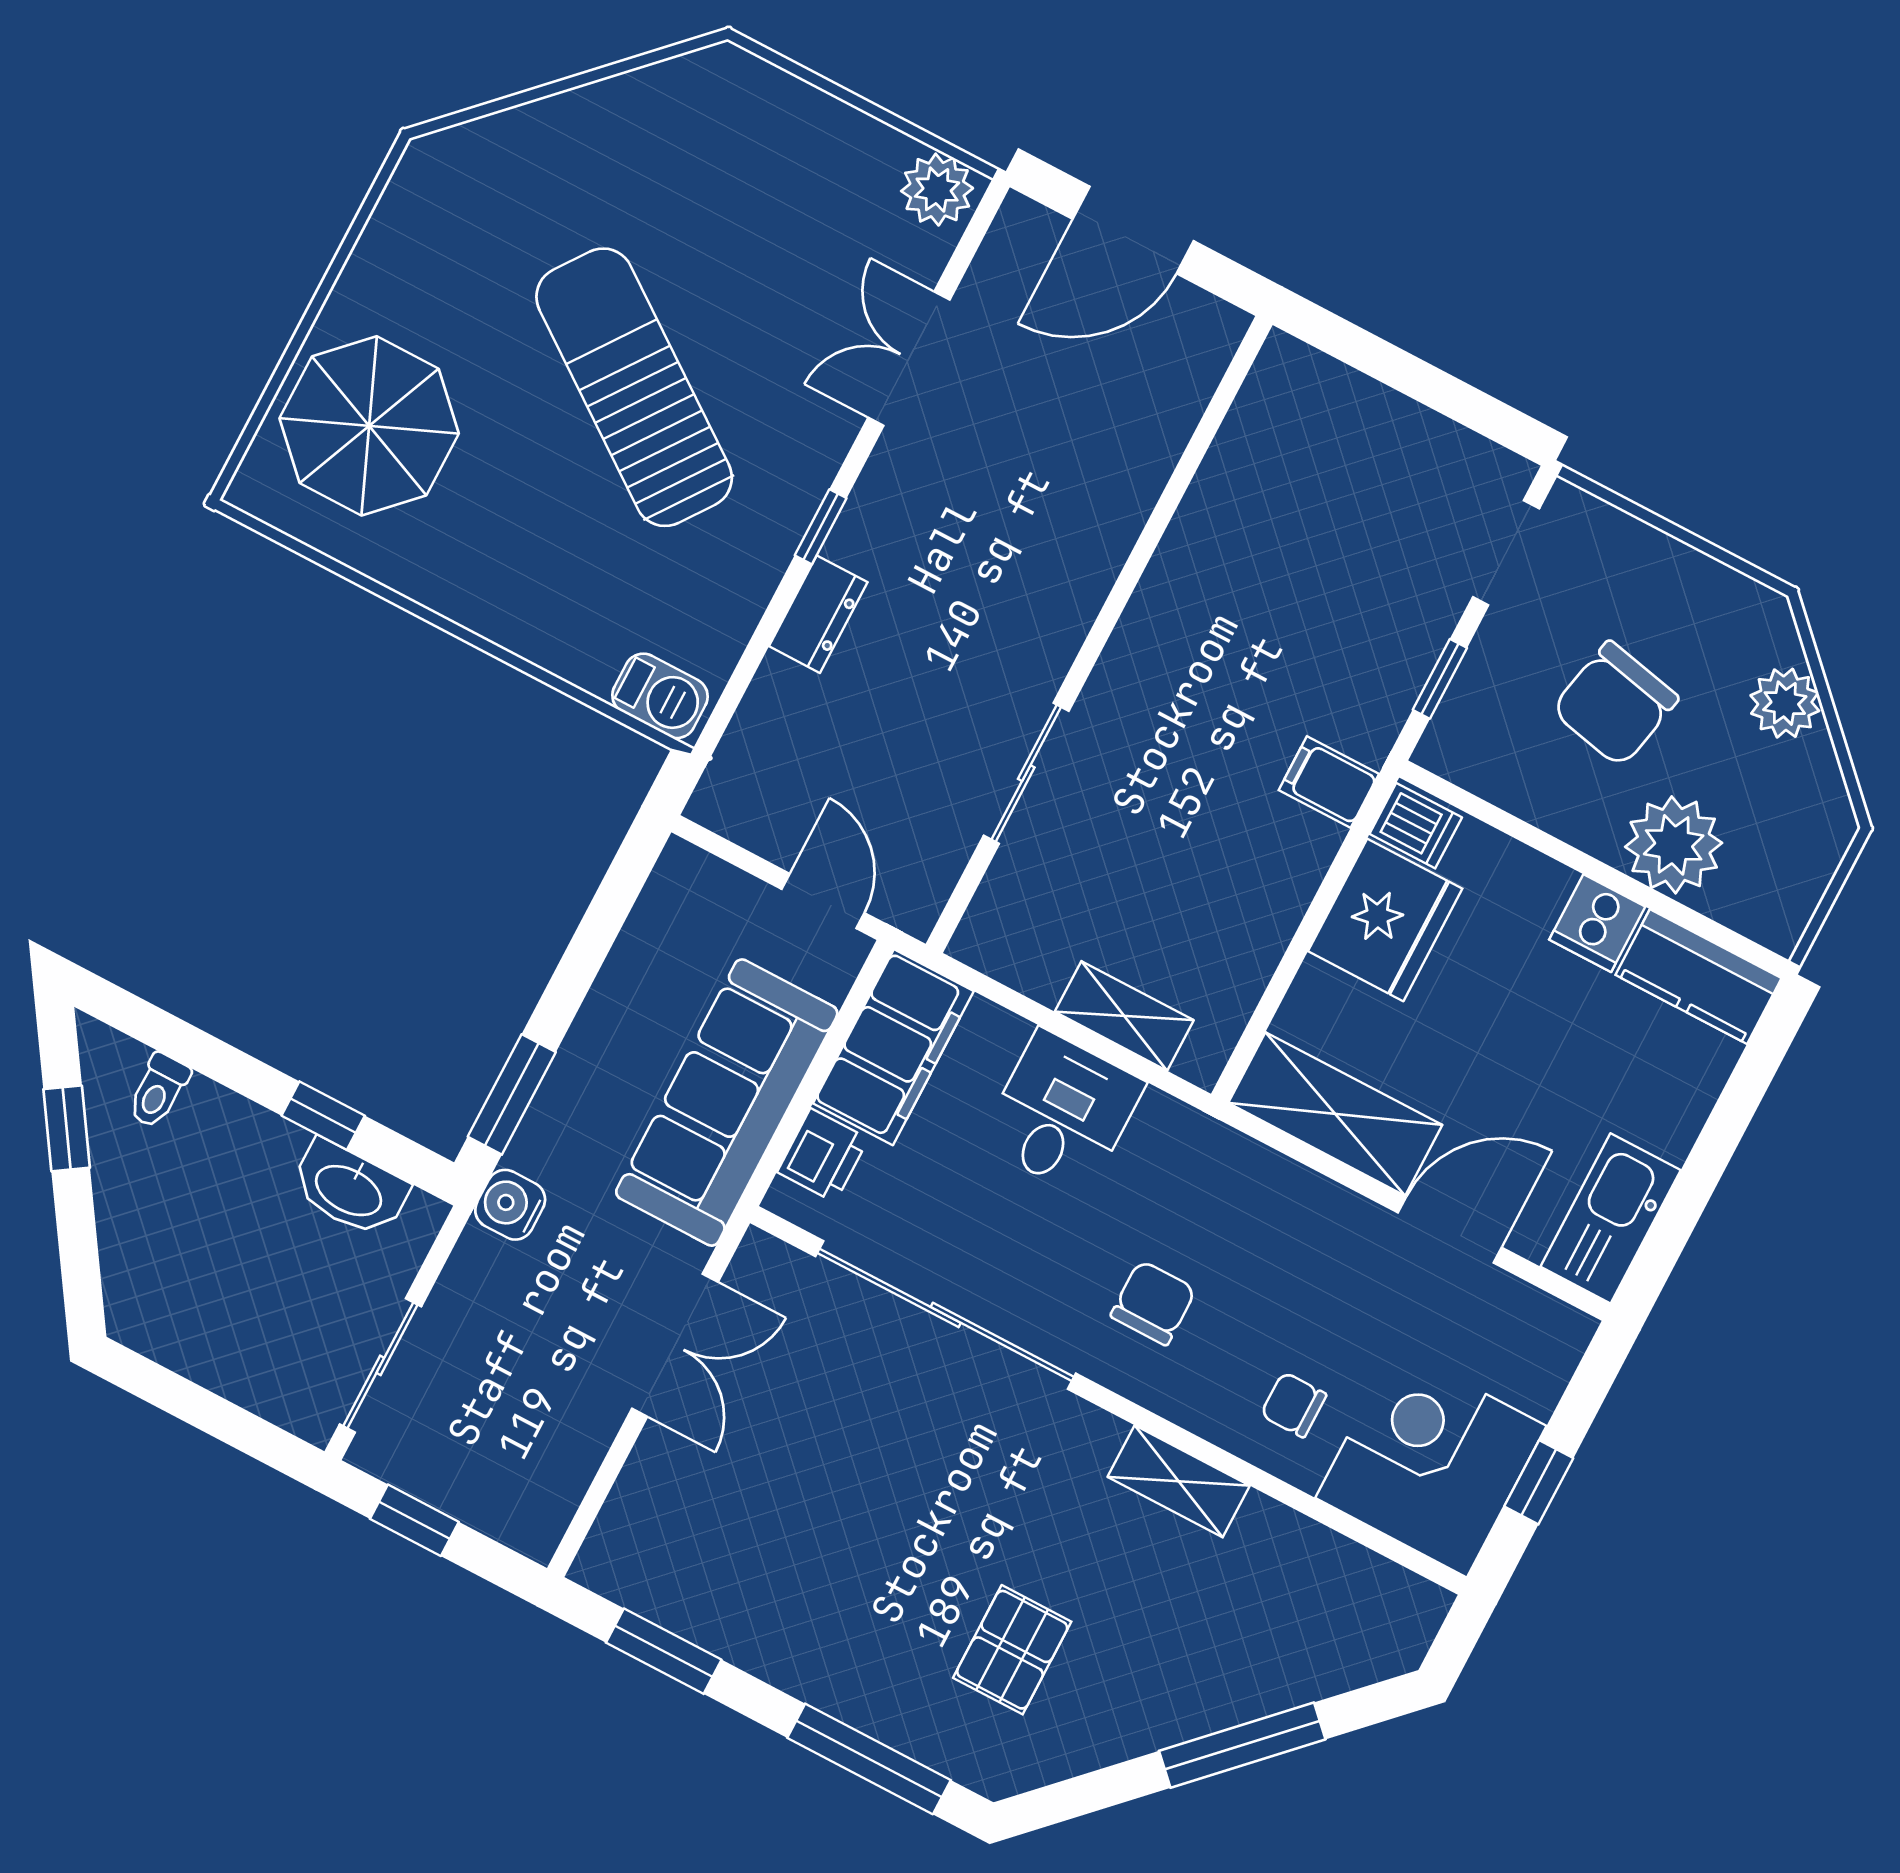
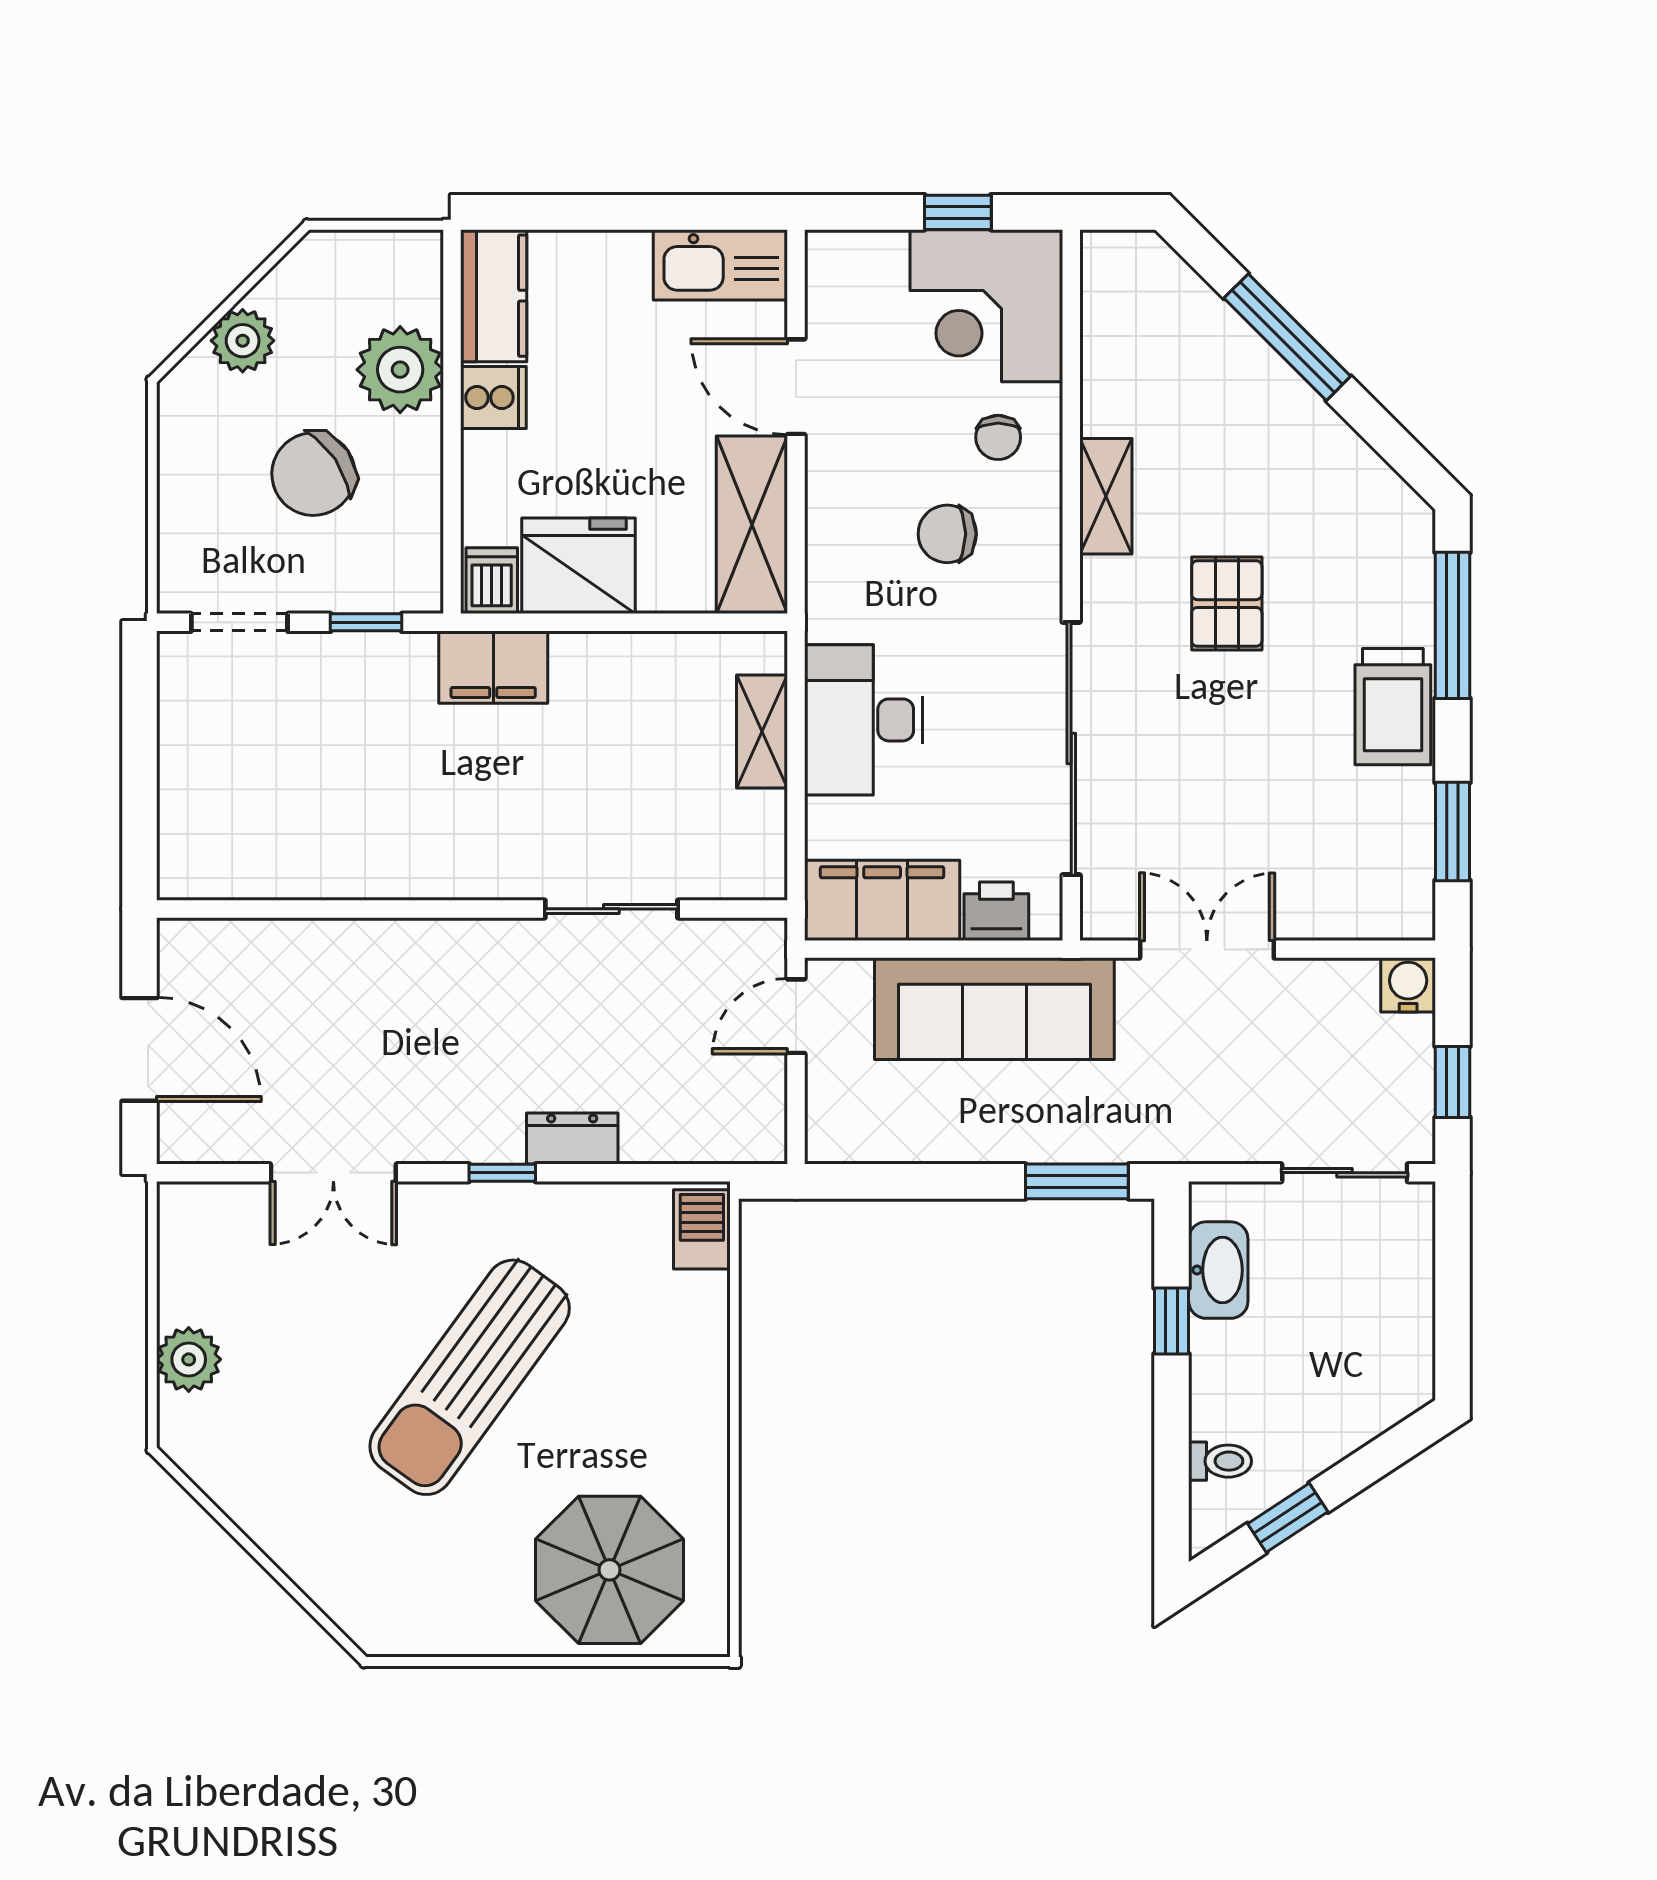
plant: (937, 190) -> (189, 1359), moved
chair: (1615, 704) -> (313, 474), turned 134
filing cabinet: (1329, 782) -> (493, 667), width x2.00
desk: (1062, 1113) -> (864, 720), width x1.37
water cooler: (510, 1205) -> (1408, 985), moved, turned 180
chair: (1153, 1303) -> (947, 534), moved
pallet: (1012, 1650) -> (1227, 604), moved, turned 90
trolley: (819, 1657) -> (1393, 707), added

